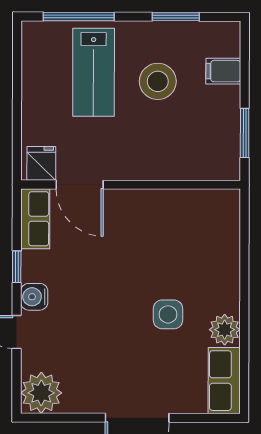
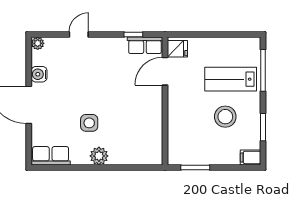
filing cabinet: (223, 71) -> (251, 157), moved, turned -90
window: (17, 267) -> (133, 34), moved
water cooler: (34, 297) -> (39, 74), moved, turned -90
plant: (225, 330) -> (99, 156), moved
plant: (41, 393) -> (38, 43), width x0.53, depth x0.53

